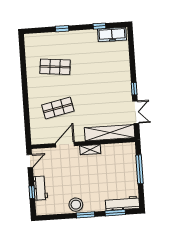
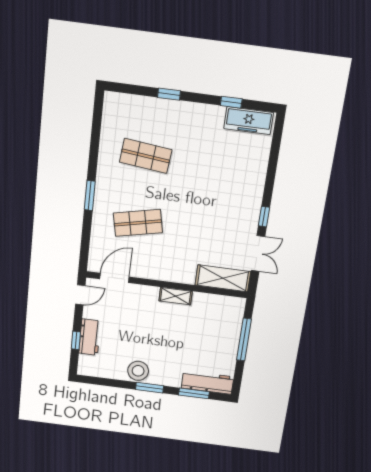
window: (25, 97) -> (90, 195), added
shelving: (110, 133) -> (223, 278), width x0.68
door: (65, 145) -> (114, 278), moved

